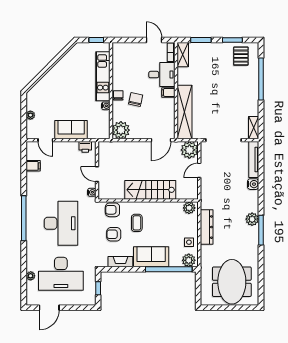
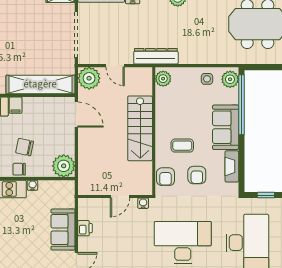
printer: (85, 147) -> (85, 228), moved
dresser: (207, 227) -> (156, 56), moved

